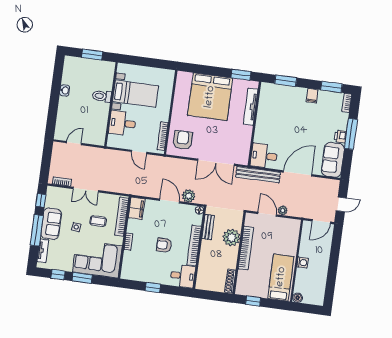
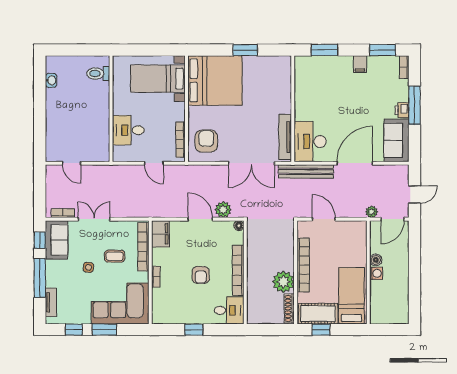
window: (92, 55) -> (79, 50), removed
window: (241, 75) -> (245, 50), moved
washbasin: (65, 90) -> (51, 80), moved
bed with nightstands: (135, 94) -> (158, 79), moved, turned 180
toilet: (102, 96) -> (98, 73), moved
bed: (210, 97) -> (215, 80), moved, turned -90
tv unit: (251, 107) -> (285, 137), moved
door: (74, 143) -> (72, 163), swing flipped
desk: (264, 156) -> (310, 142), width x1.37
double door: (86, 190) -> (94, 219), swing flipped
plant: (283, 210) -> (372, 212), moved
sofa: (51, 224) -> (57, 240), moved
bench: (208, 227) -> (253, 245), removed
plant: (231, 238) -> (283, 282), moved
armchair: (164, 245) -> (201, 275), turned -90
cot: (253, 288) -> (318, 314), added
boiler: (298, 298) -> (376, 260), moved

